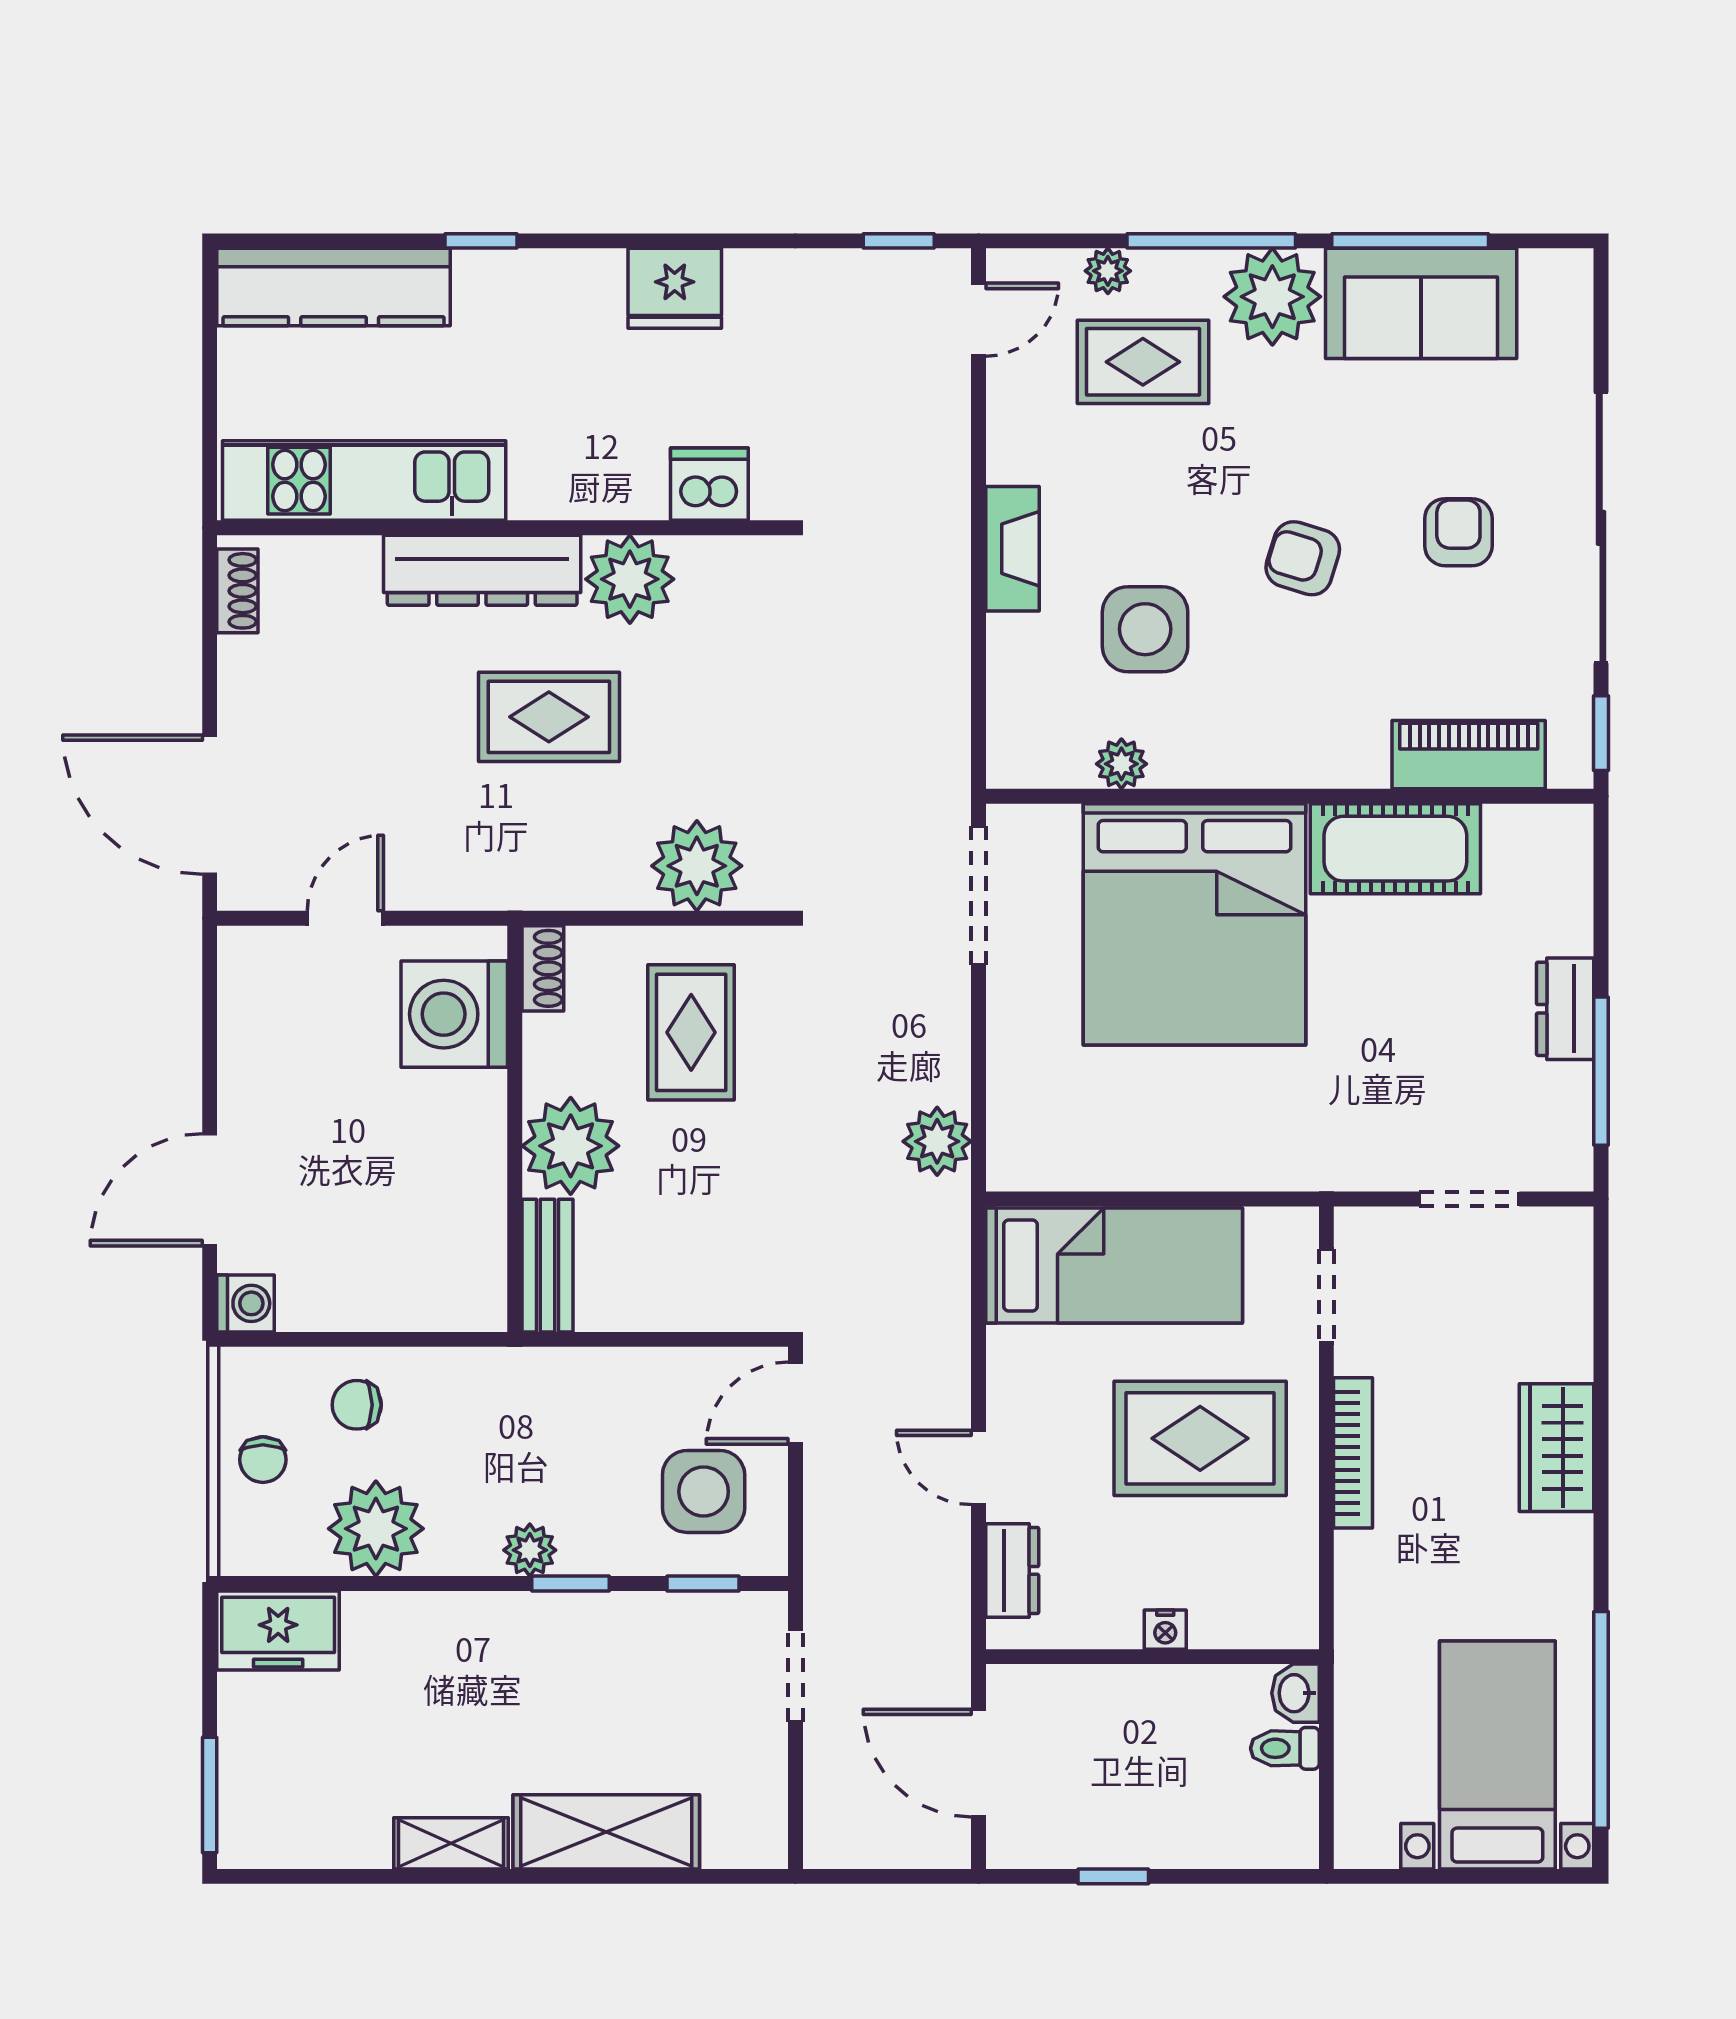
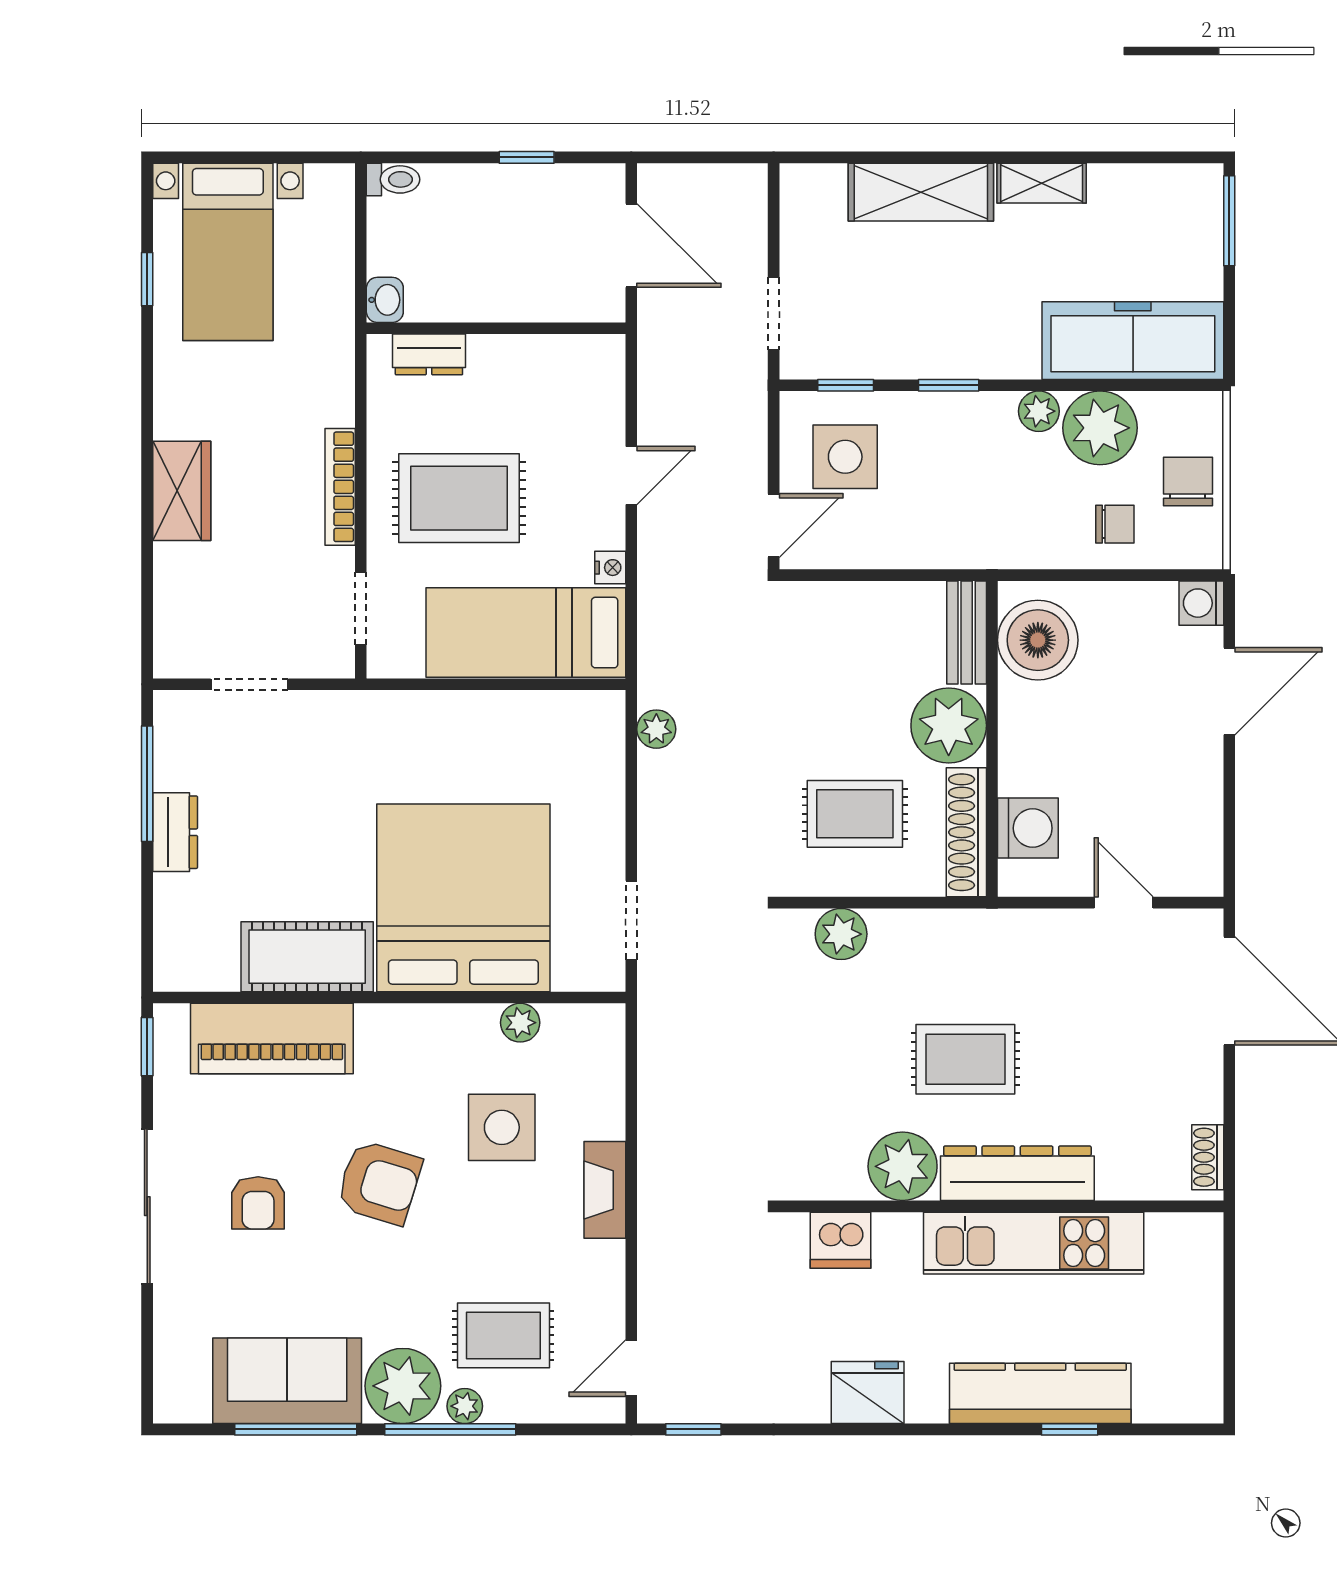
window: (481, 241) -> (1070, 1429), moved
plant: (1108, 271) -> (465, 1406), moved
kitchen counter: (334, 287) -> (1040, 1393), moved
kitchen unit: (364, 481) -> (1034, 1243), moved
sliding door: (1601, 528) -> (147, 1206), width x0.73
armchair: (1303, 558) -> (379, 1183), width x1.38, depth x1.38
piano: (1469, 755) -> (272, 1038), width x1.37, depth x1.33
plant: (697, 866) -> (841, 934), width x0.73, depth x0.73
doorway: (979, 896) -> (631, 920), width x0.73
door: (345, 918) -> (1124, 903), swing flipped
shoe rack: (543, 968) -> (966, 832), width x1.94, depth x1.24
washing machine: (454, 1014) -> (1028, 828), width x0.73, depth x0.73
rug: (691, 1032) -> (855, 814), turned 90
plant: (937, 1141) -> (656, 729), width x0.73, depth x0.73
boiler: (456, 1256) -> (1038, 640), added
chair: (263, 1460) -> (1188, 482), width x1.37, depth x1.37
door: (979, 1467) -> (631, 476), hinge flipped
plant: (530, 1550) -> (1039, 411), moved
dresser: (1012, 1570) -> (429, 354), moved, turned -90
freezer: (278, 1630) -> (1133, 341), width x1.91, depth x1.26
nightstand: (1165, 1630) -> (610, 568), moved, turned 90
window: (1601, 1720) -> (147, 279), width x0.32
toilet: (1285, 1748) -> (393, 179), moved

